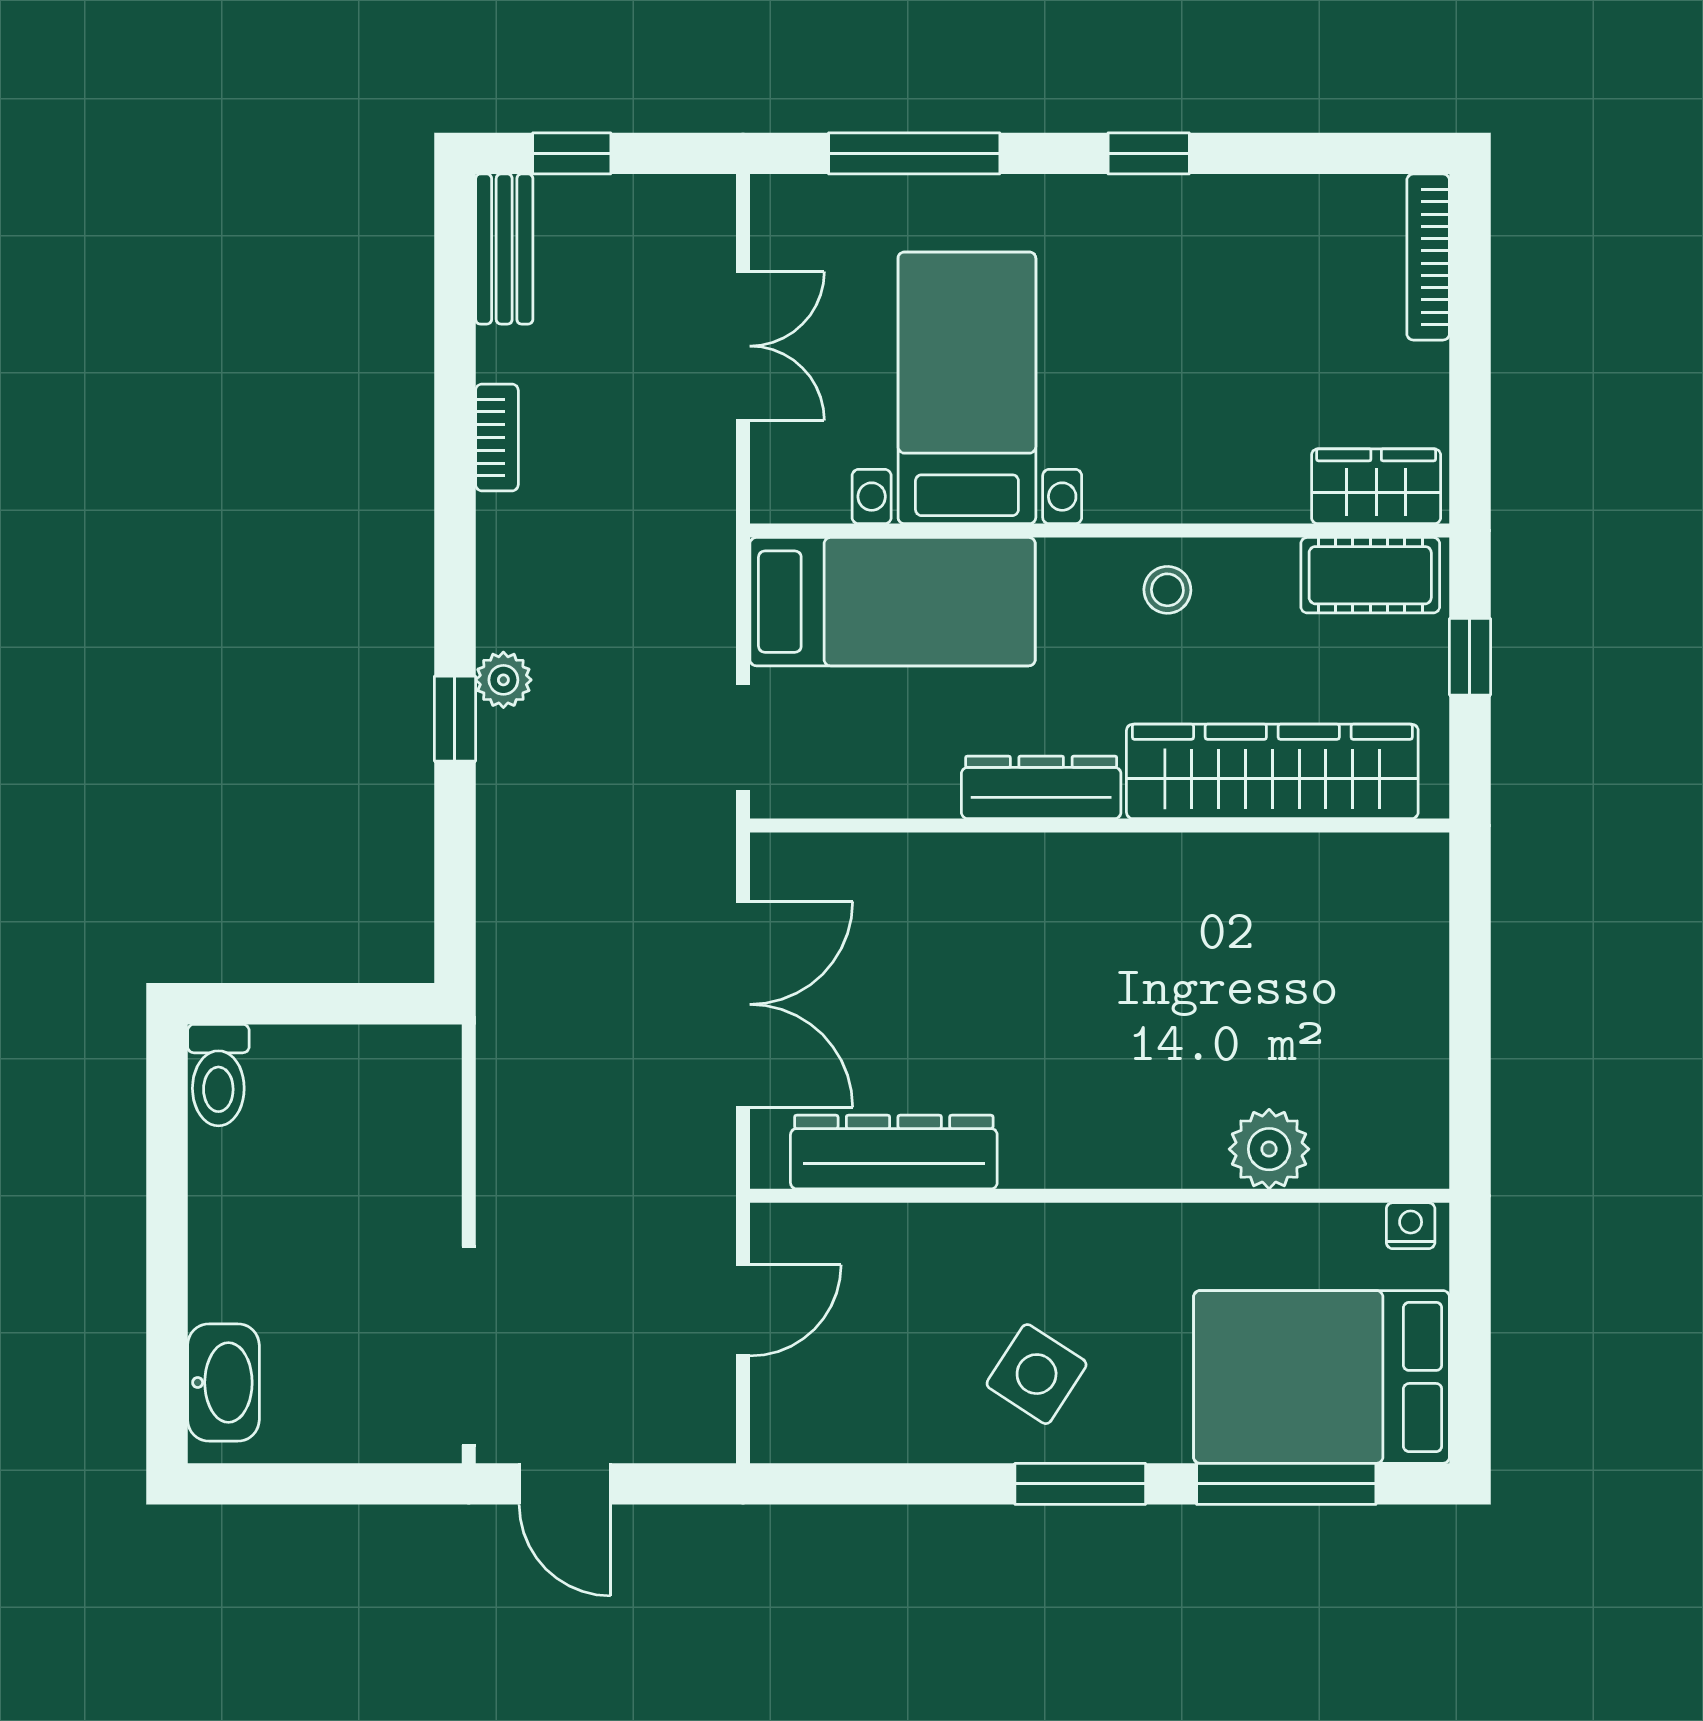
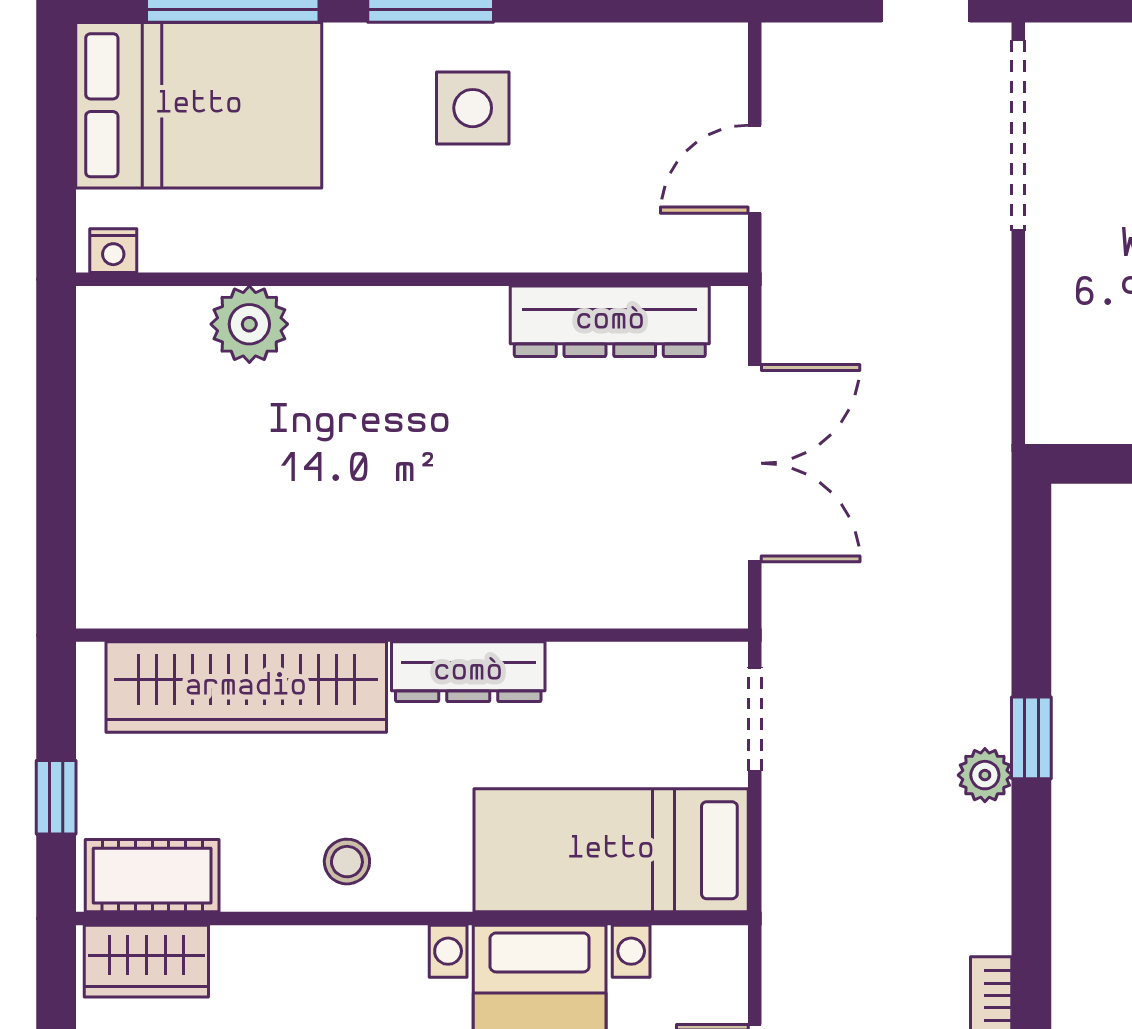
double door: (743, 1004) -> (755, 463), swing flipped
side table: (1037, 1374) -> (473, 108), turned -33

